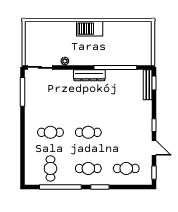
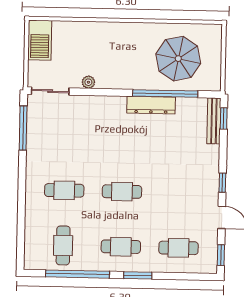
barbecue: (90, 29) -> (40, 40), moved, turned -90
parasol: (123, 44) -> (178, 59), added
dresser: (89, 75) -> (151, 105), moved

